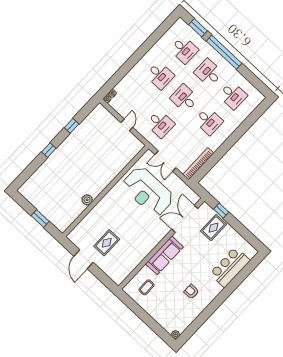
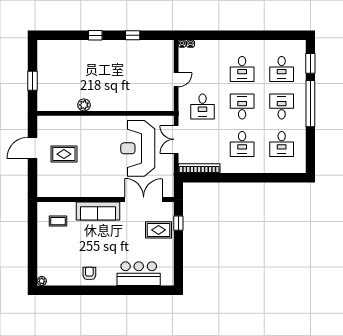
armchair: (191, 292) -> (89, 273), moved

